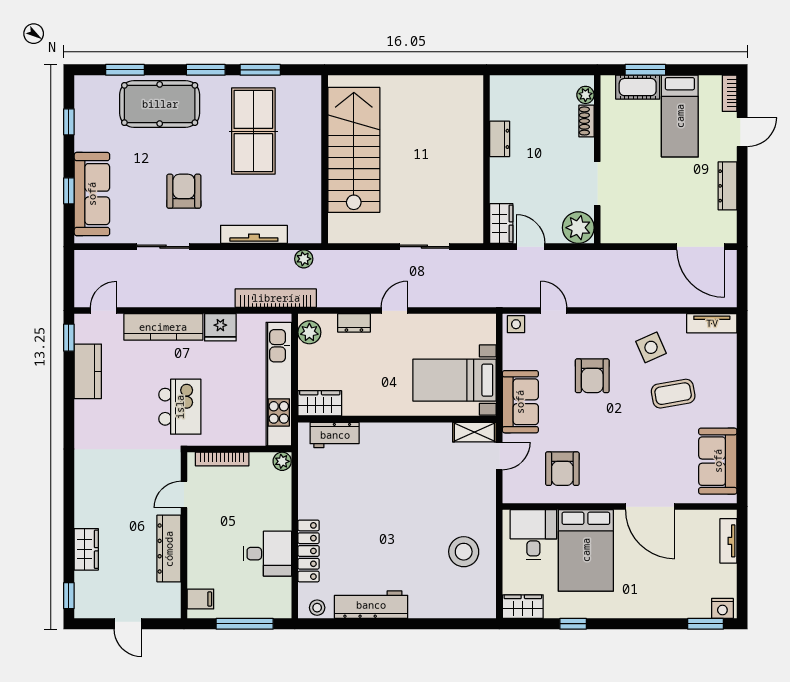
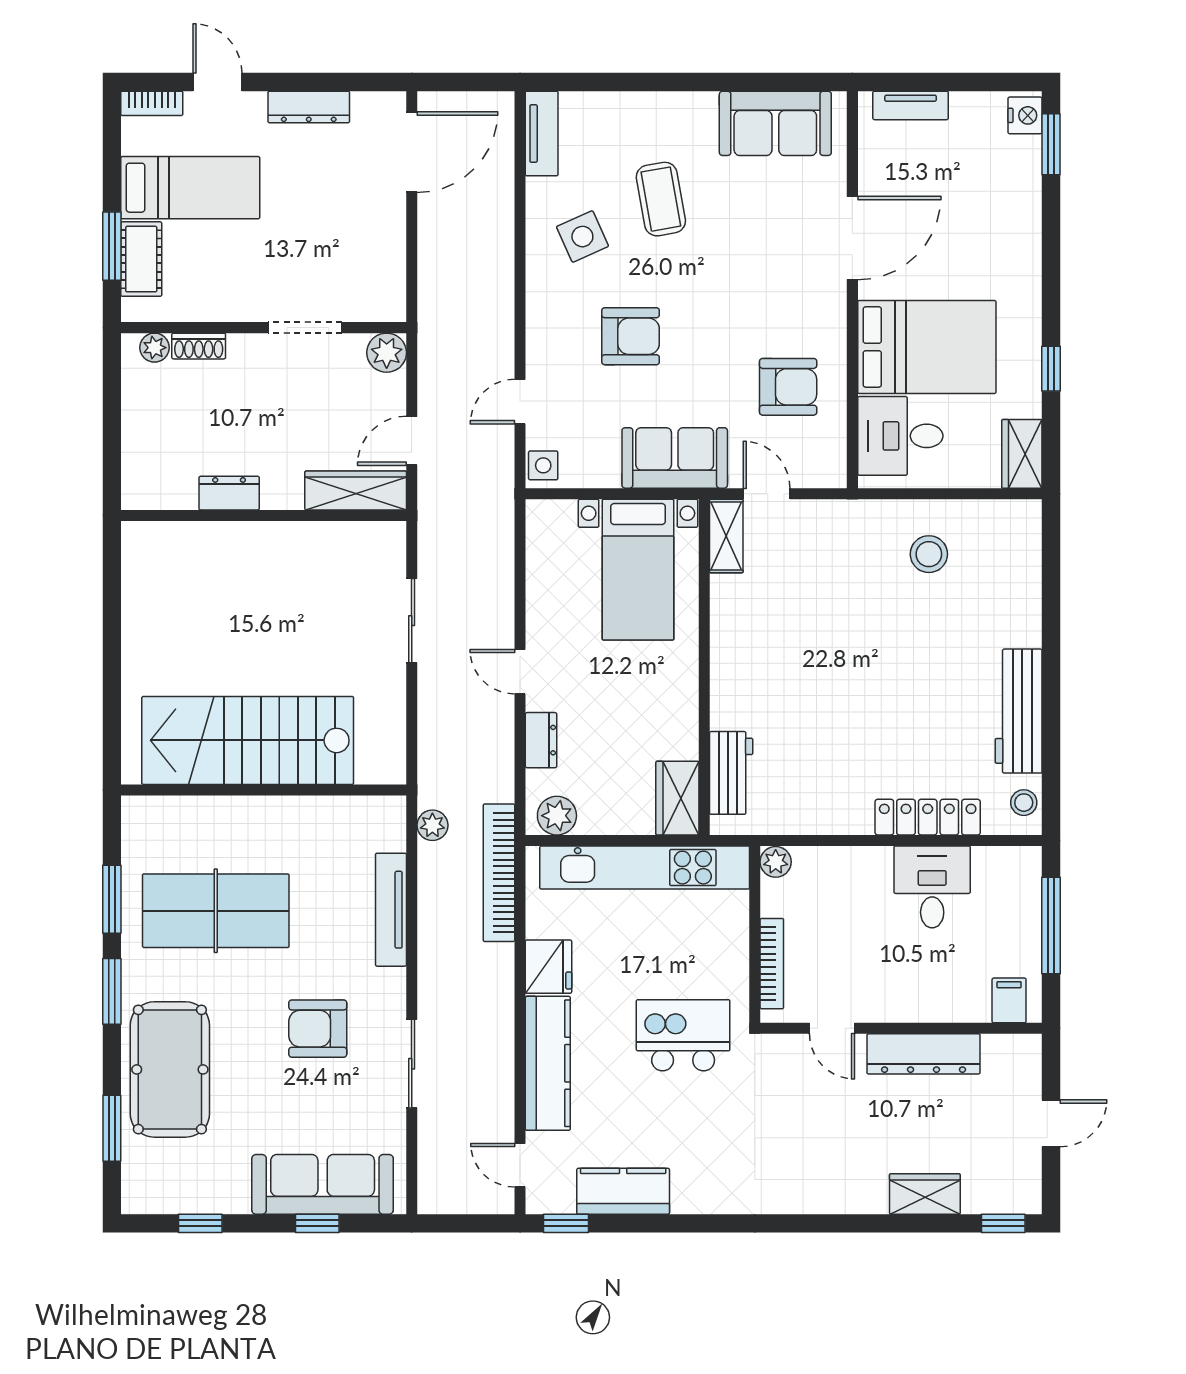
wardrobe: (501, 224) -> (356, 490), width x1.50
plant: (578, 228) -> (387, 353), width x0.73, depth x0.73
stool: (464, 552) -> (929, 554), width x0.73, depth x0.73

